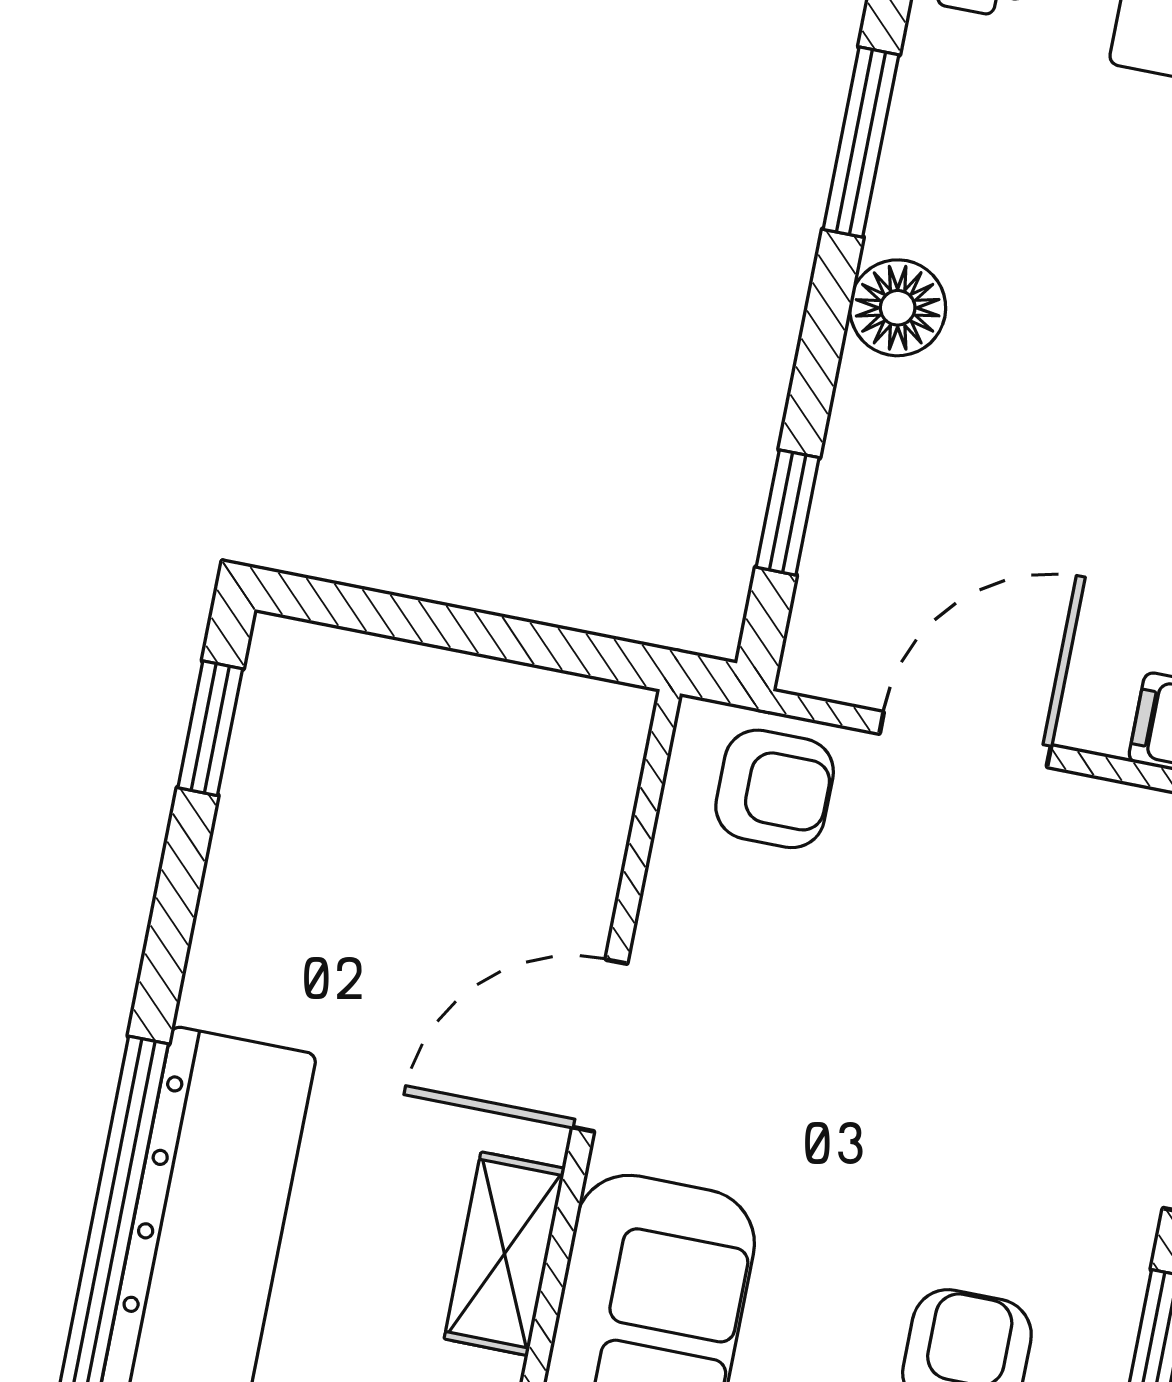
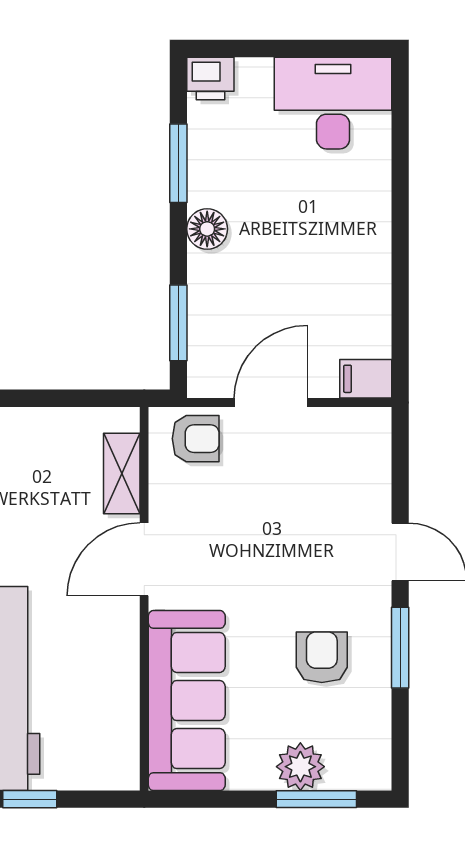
window: (788, 512) -> (178, 323), width x1.50
shelving: (505, 1254) -> (122, 474), moved

